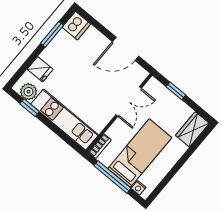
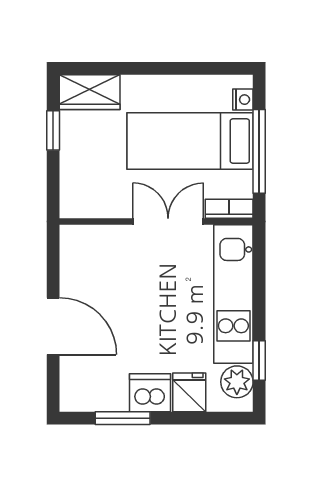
dishwasher: (76, 26) -> (150, 393), moved
door: (126, 49) -> (53, 326), moved
window: (176, 91) -> (53, 130), moved
double door: (129, 101) -> (168, 221), moved

